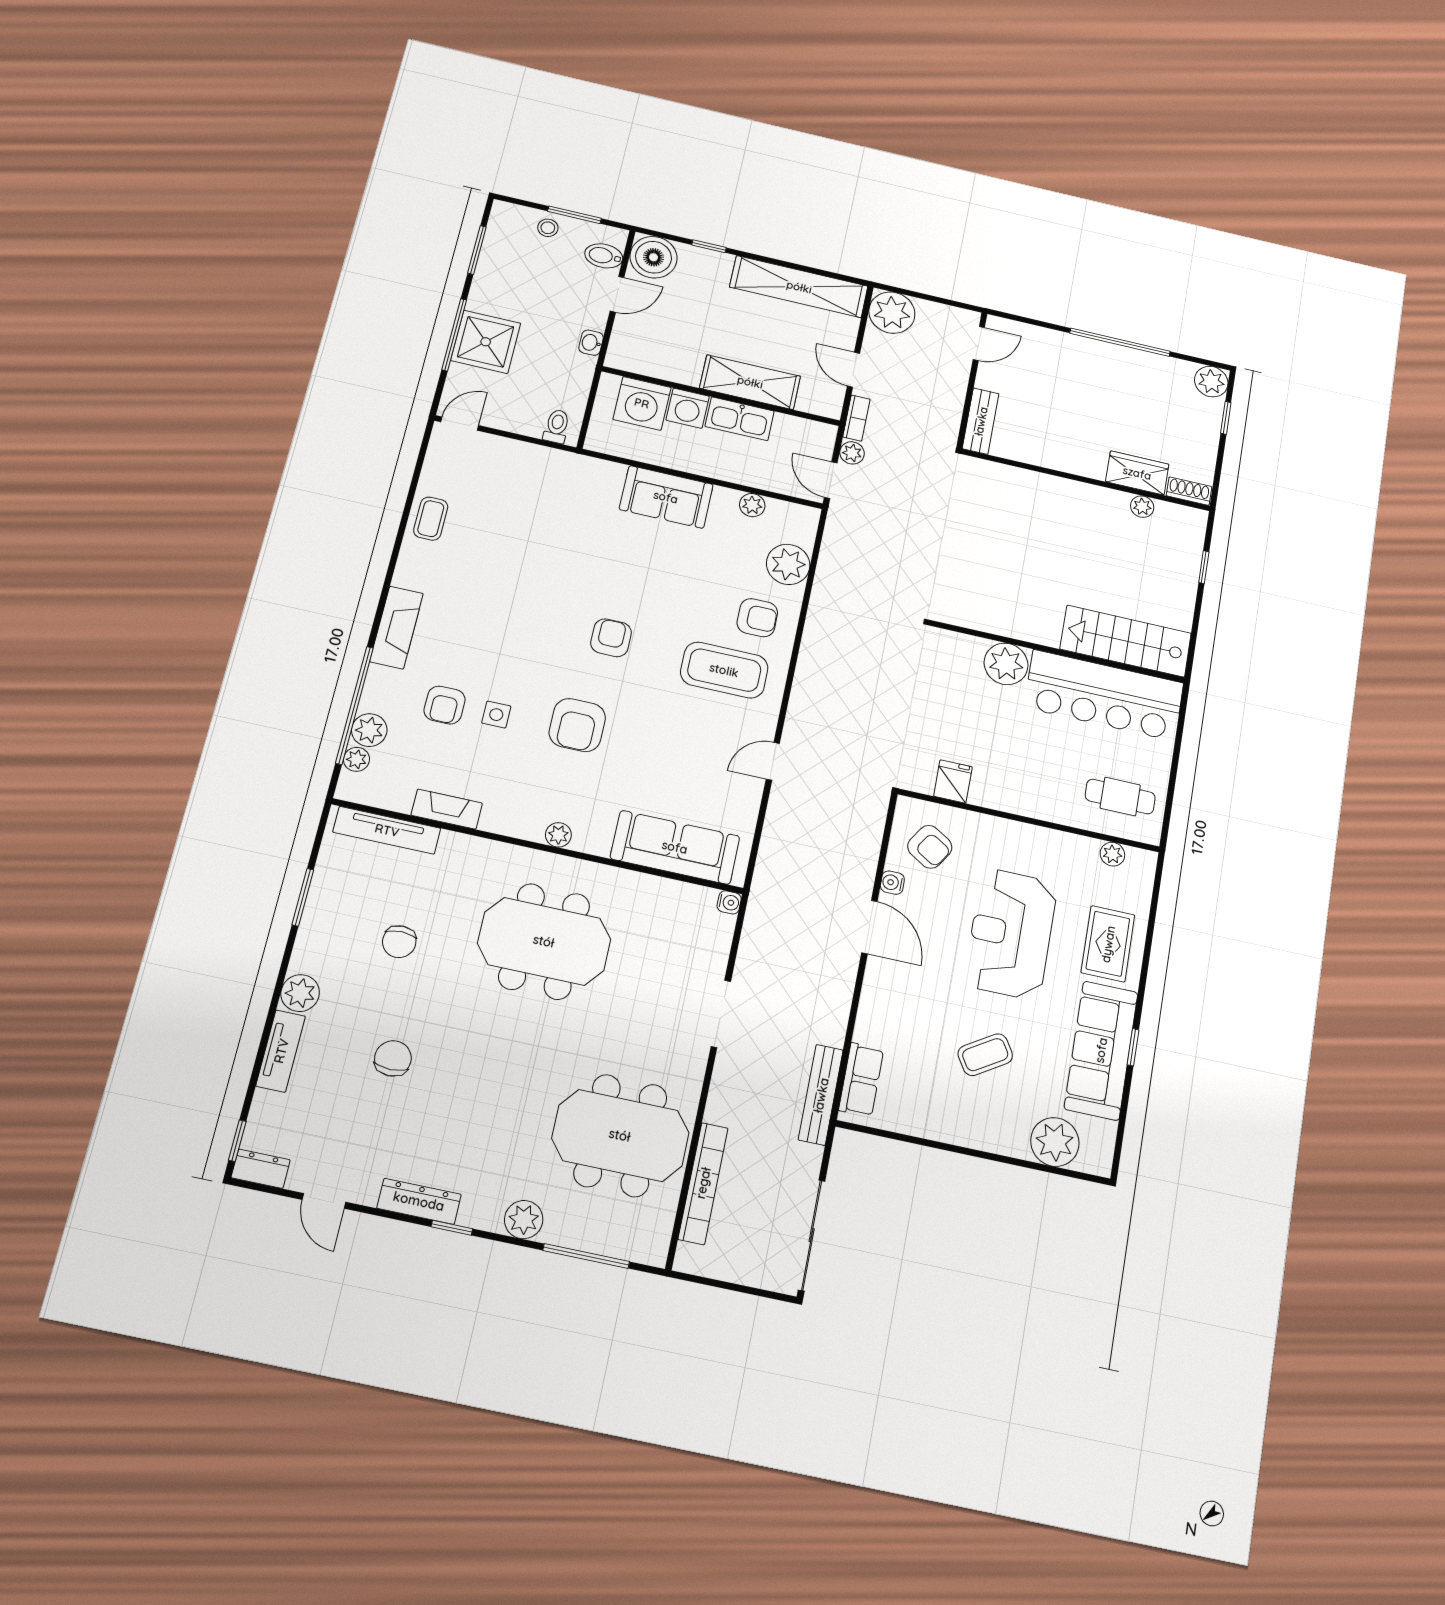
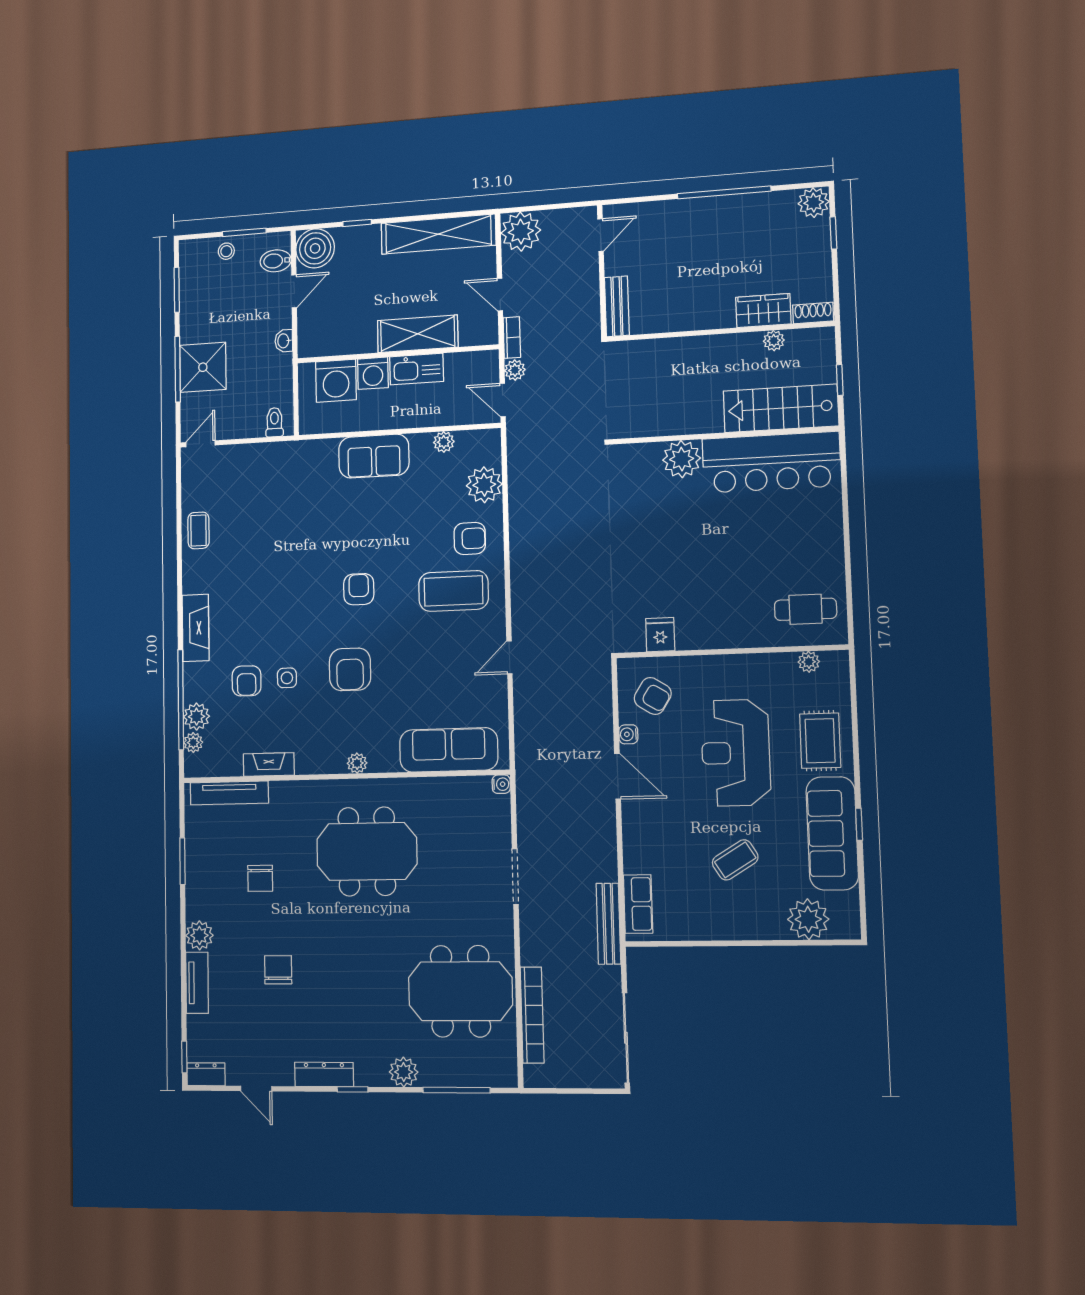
stairs: (1126, 641) -> (781, 408), moved
wall: (1057, 652) -> (723, 435), moved
plant: (1006, 664) -> (682, 459), moved
bar counter: (1104, 695) -> (771, 462), moved

